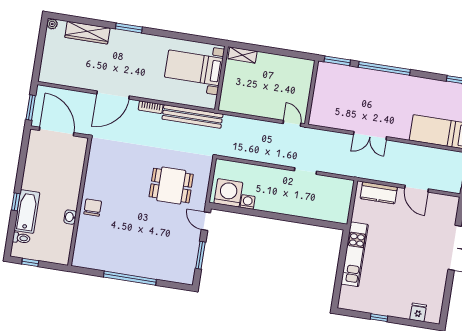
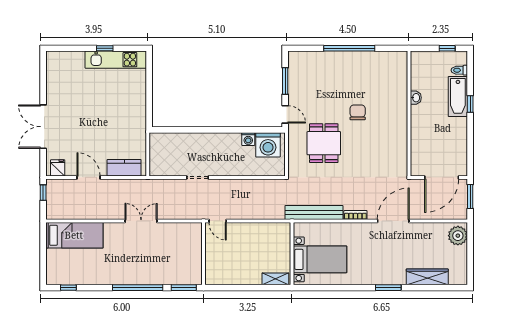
plant: (52, 24) -> (458, 236), moved, width x1.88, depth x1.88
door: (57, 132) -> (442, 177), hinge flipped
dining table: (171, 186) -> (324, 143), turned 90
chair: (93, 208) -> (358, 112), moved, turned 180
kitchen unit: (355, 254) -> (116, 60), moved, turned -90
fridge: (418, 312) -> (58, 168), moved, turned 180

